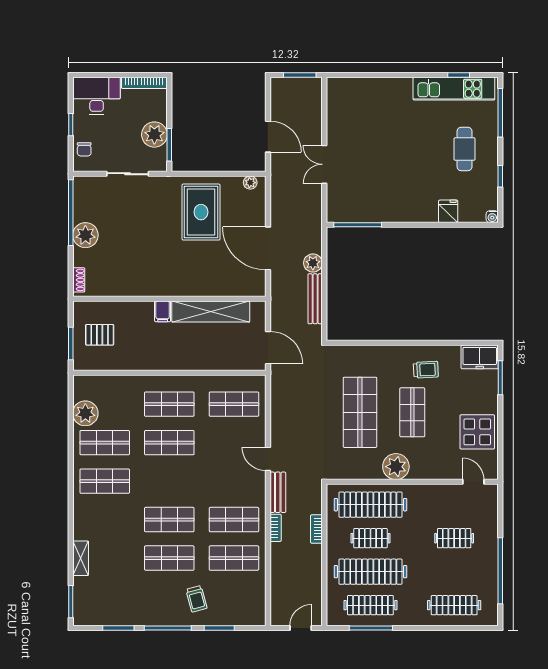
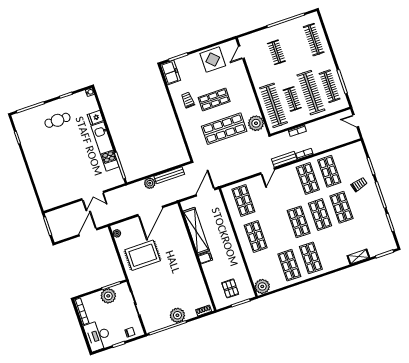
kitchen unit: (454, 89) -> (105, 146), moved, turned 180
plant: (85, 413) -> (262, 286), moved
shop shelf: (169, 443) -> (299, 222), moved
plant: (396, 467) -> (256, 123), moved

